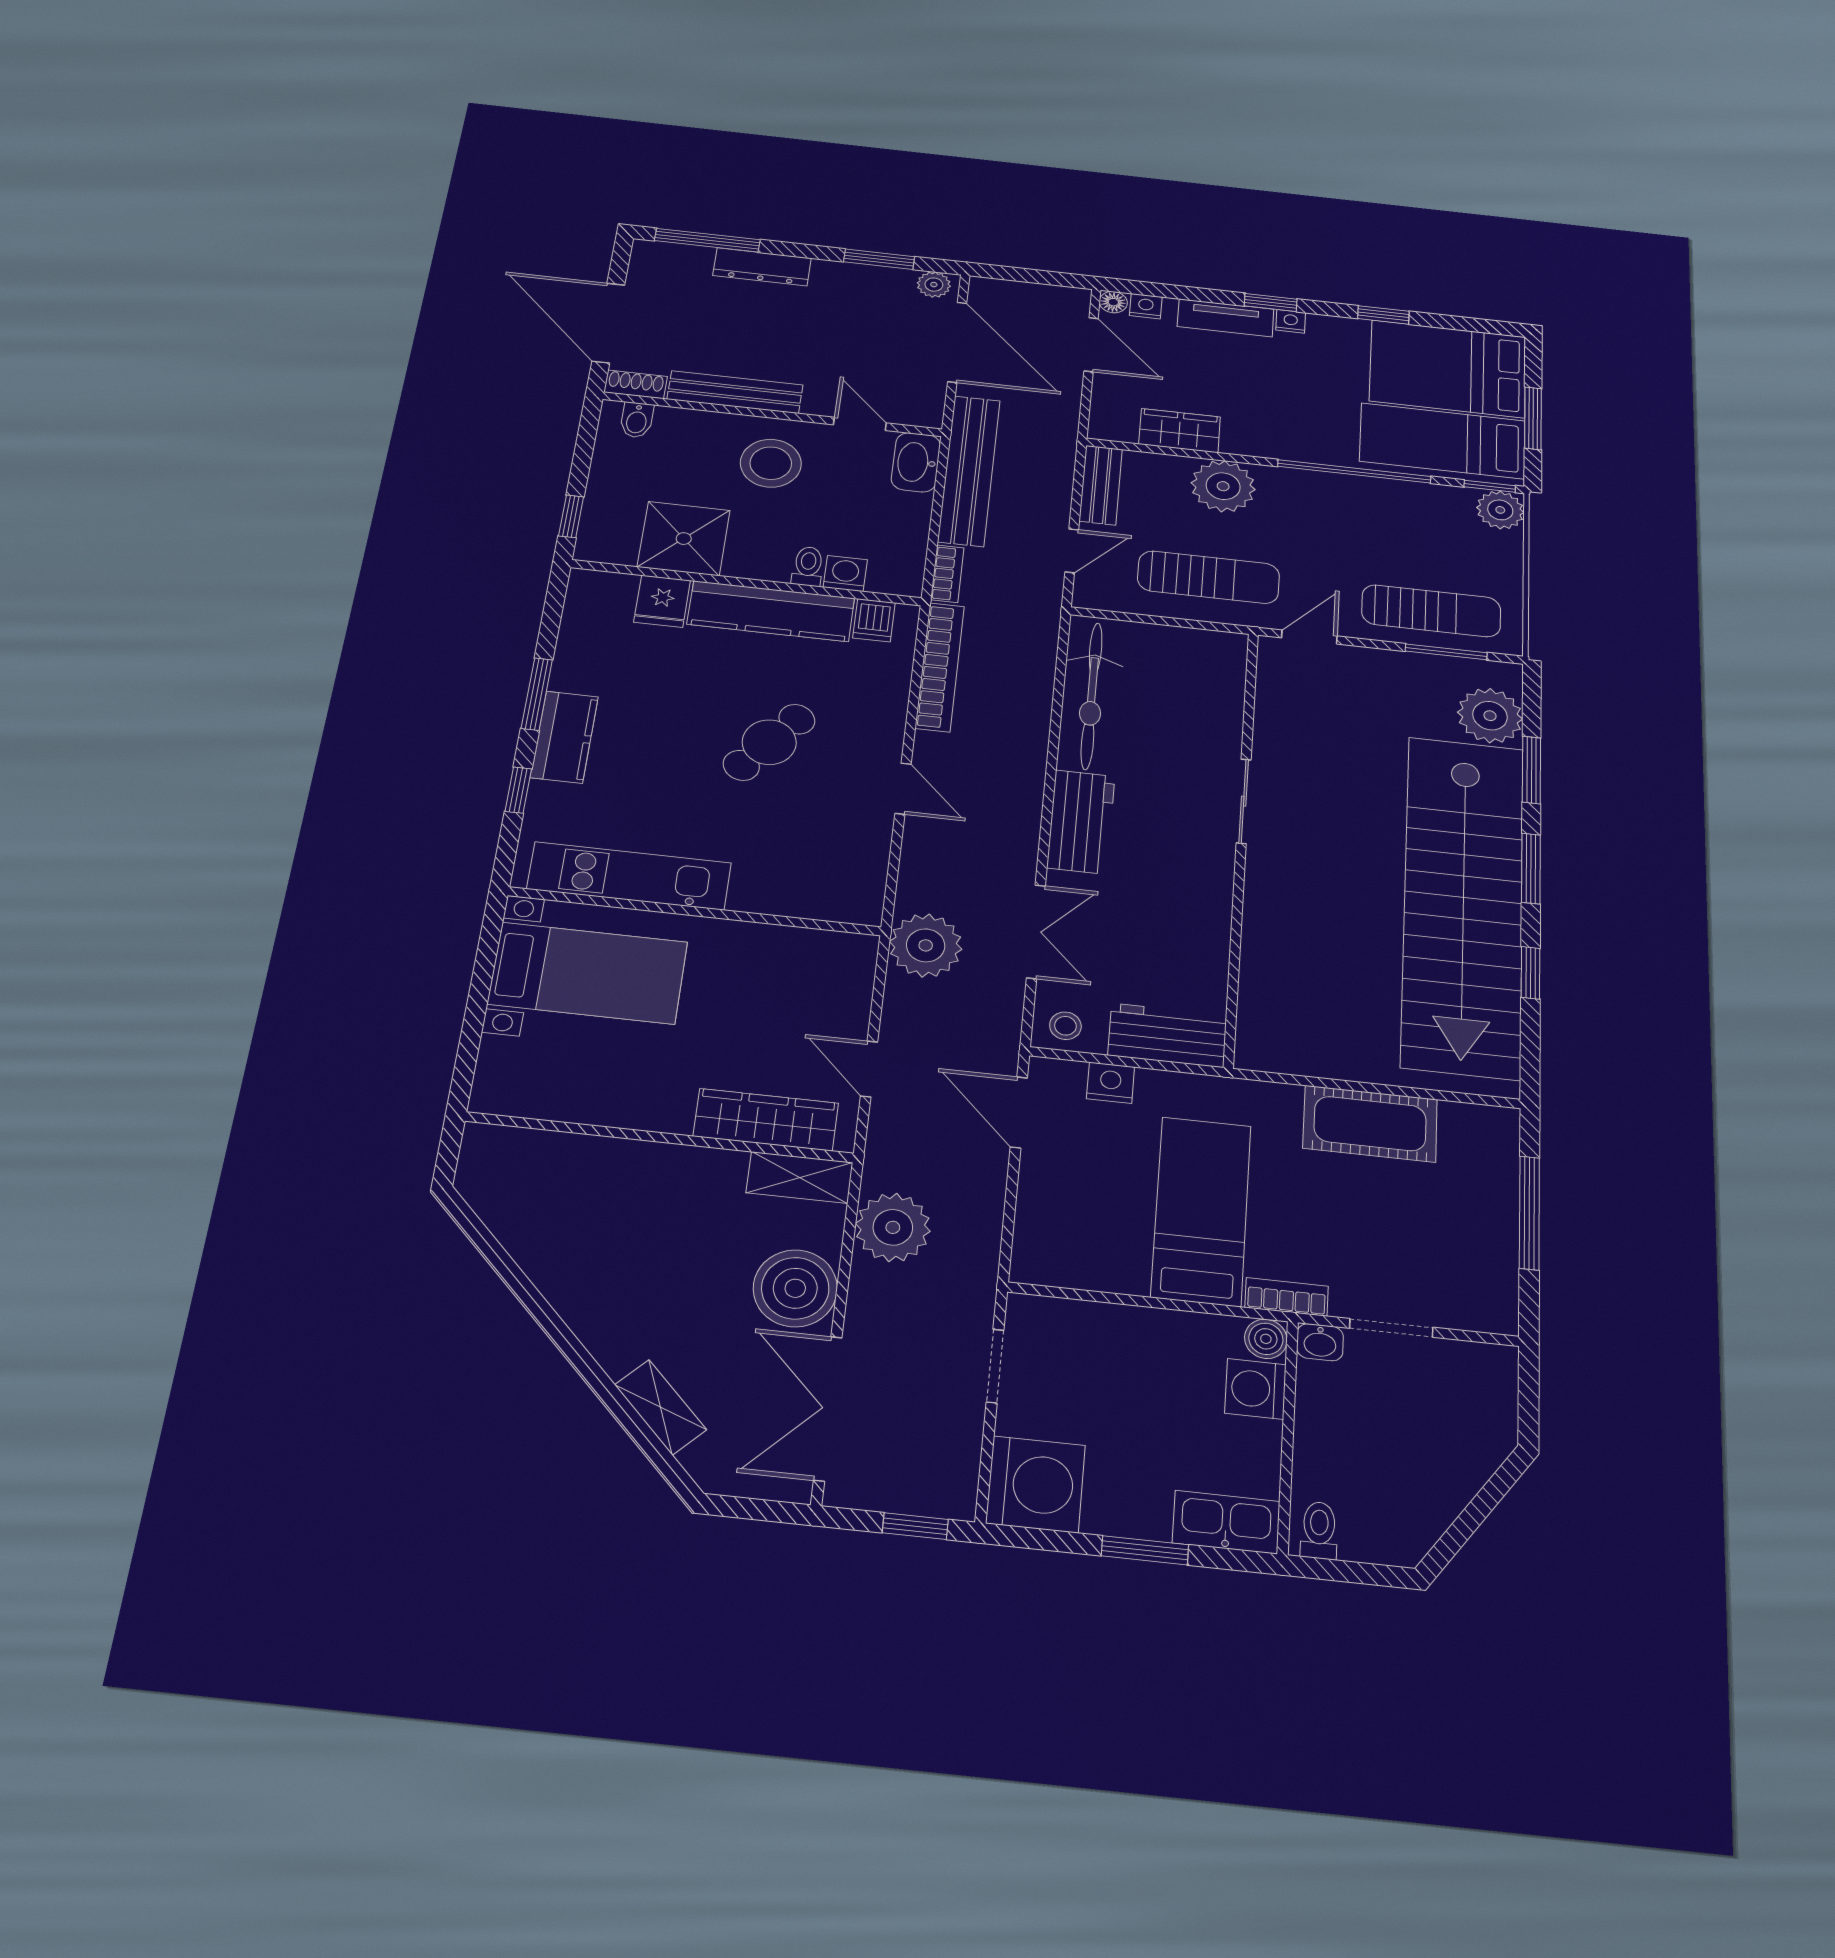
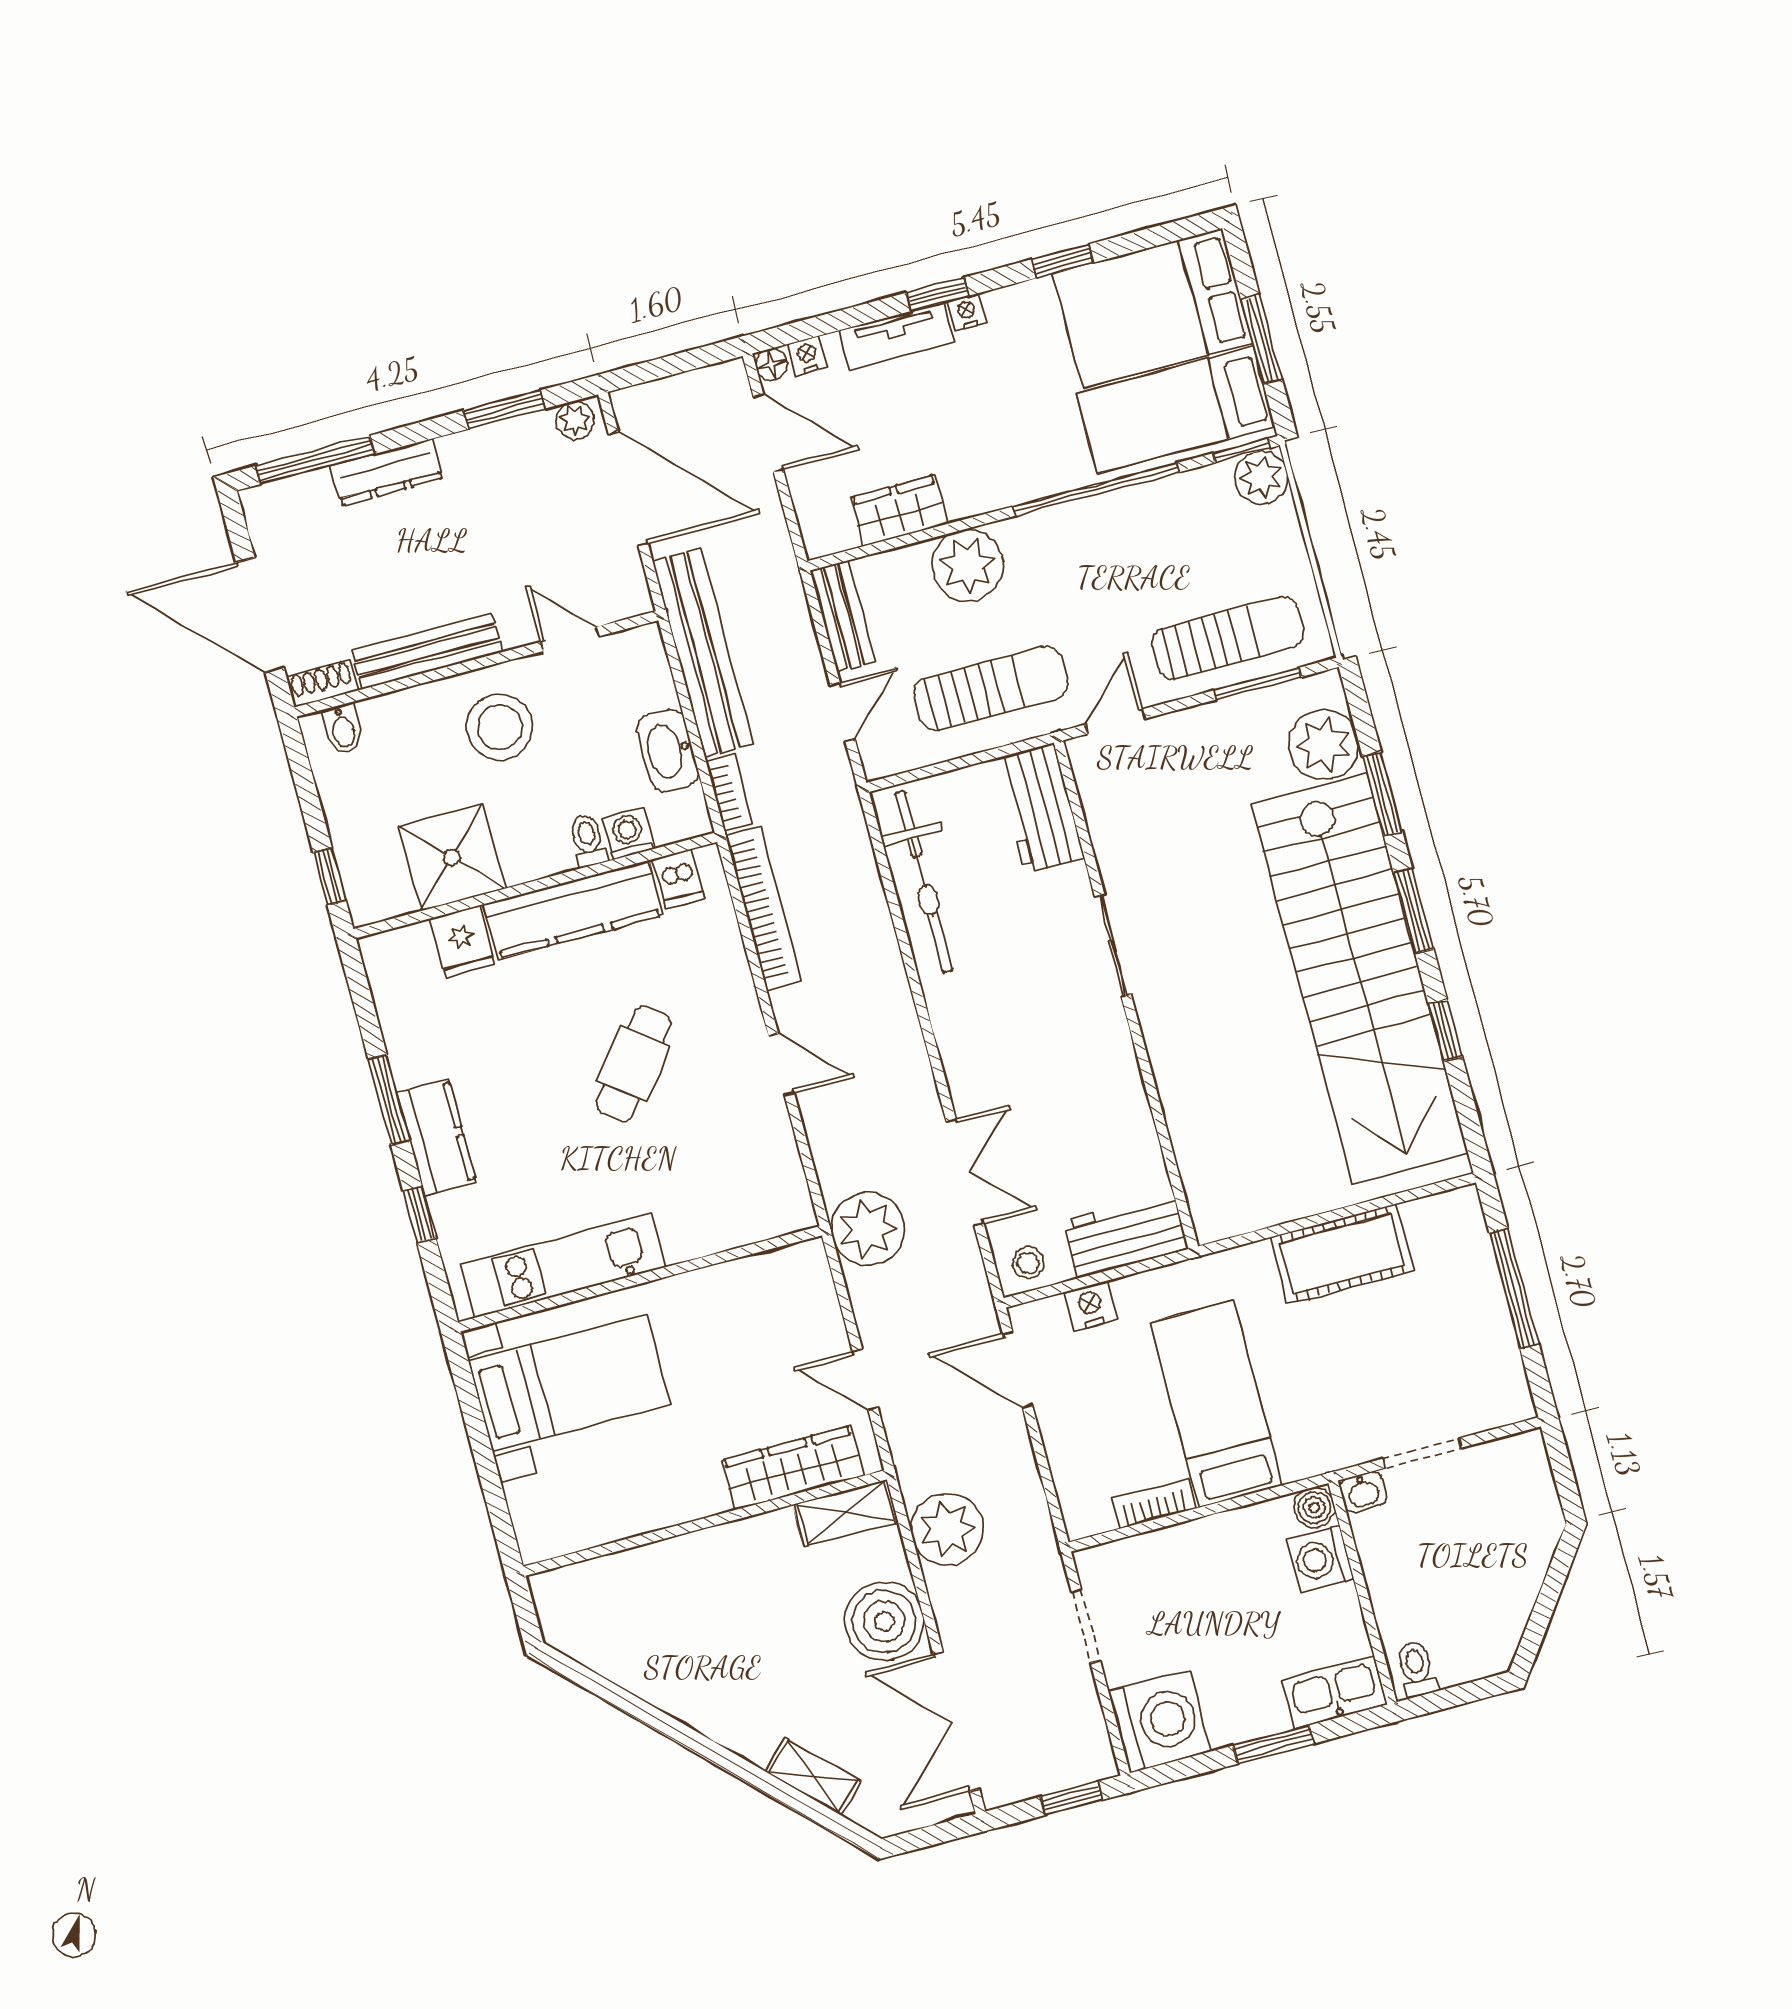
washbasin: (916, 462) -> (668, 750), moved
workbench: (1081, 822) -> (1040, 808), moved, turned 180
bookcase: (1287, 1297) -> (1154, 1504), moved

